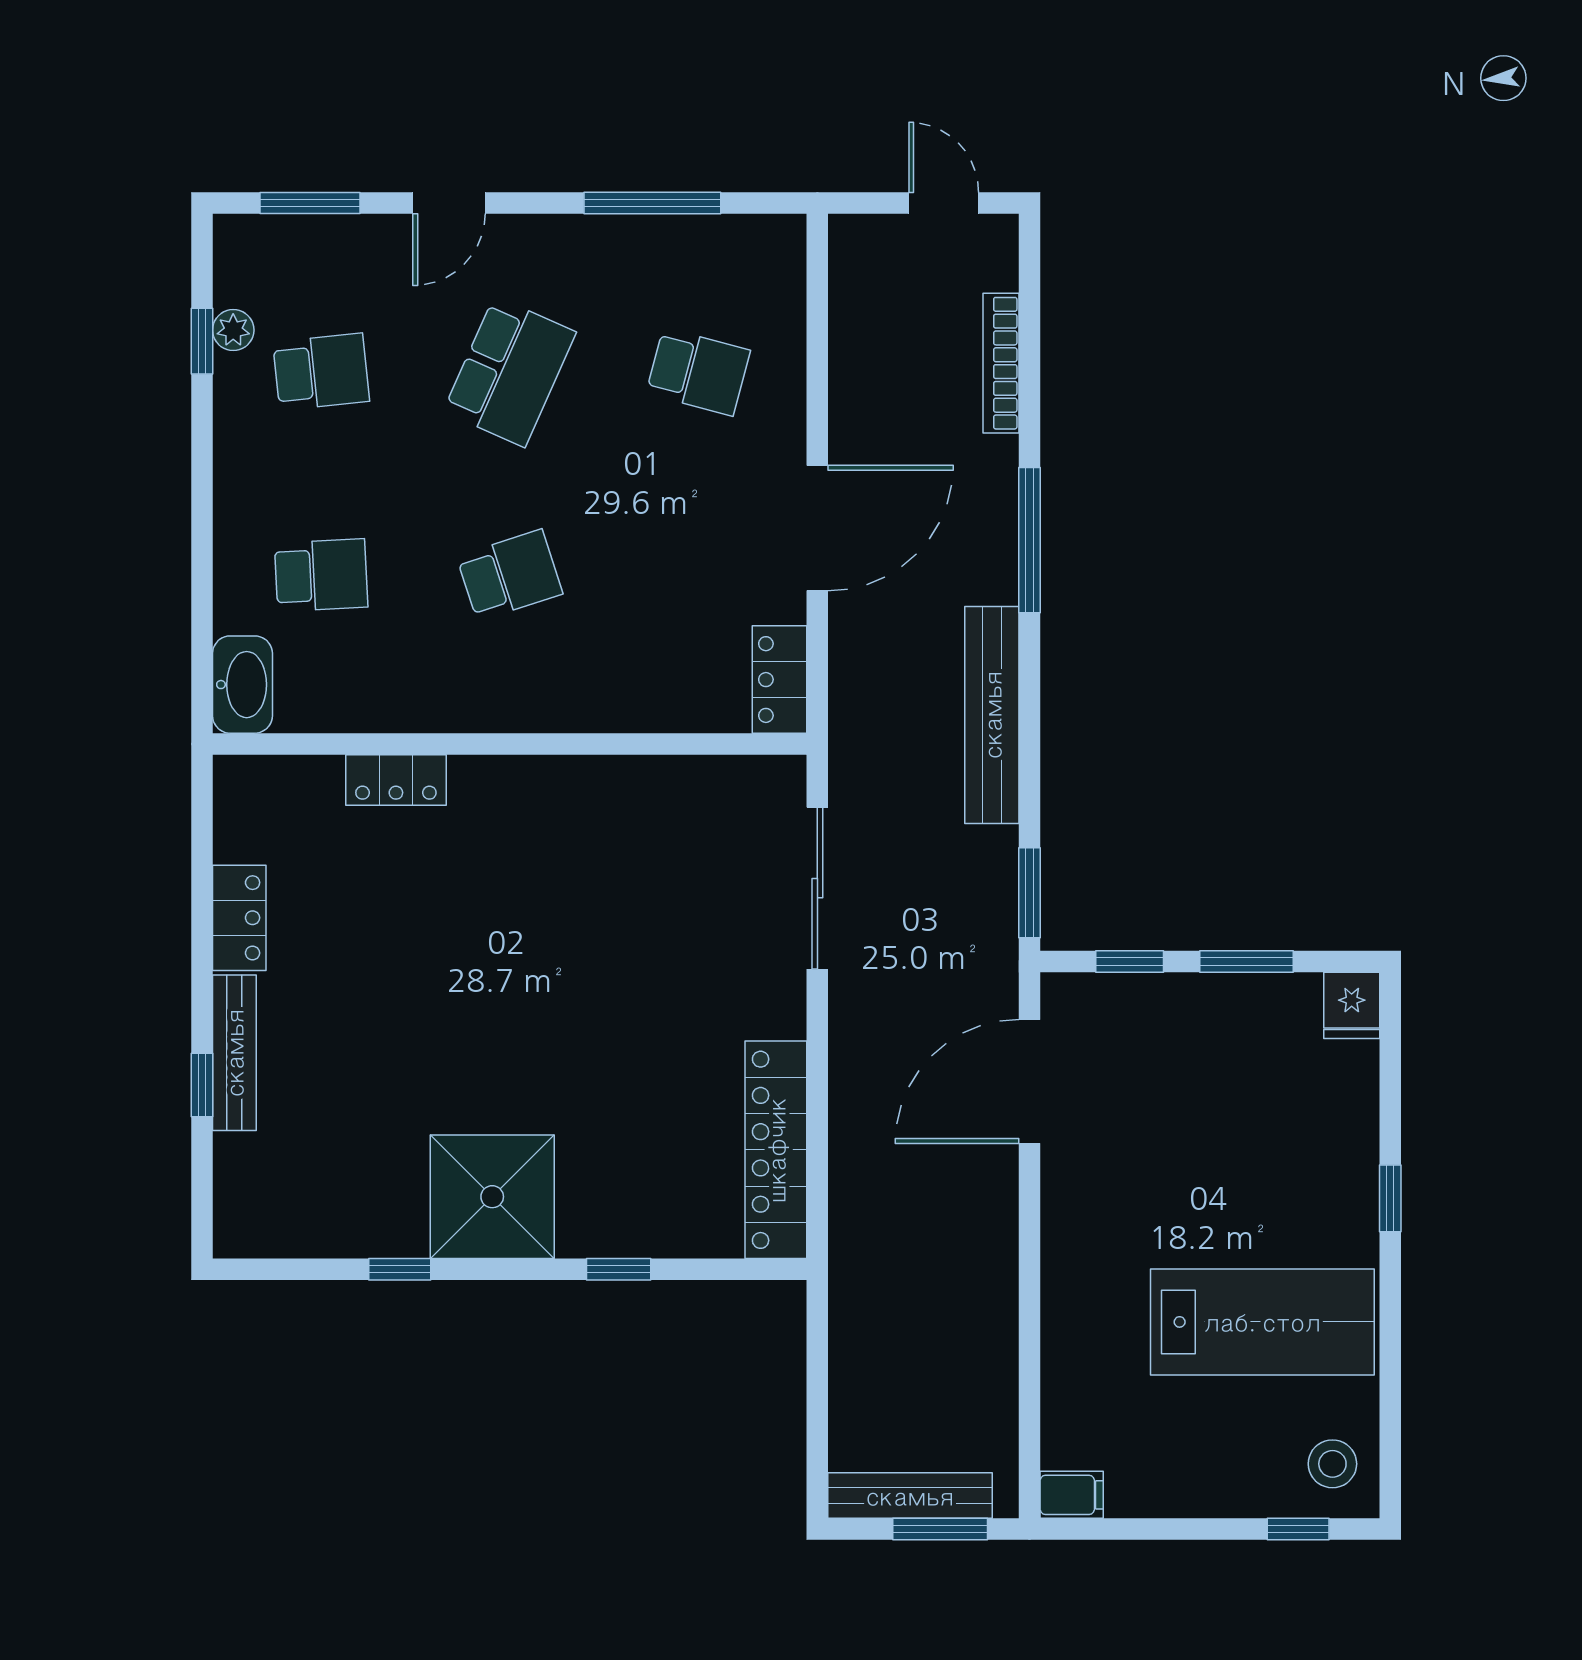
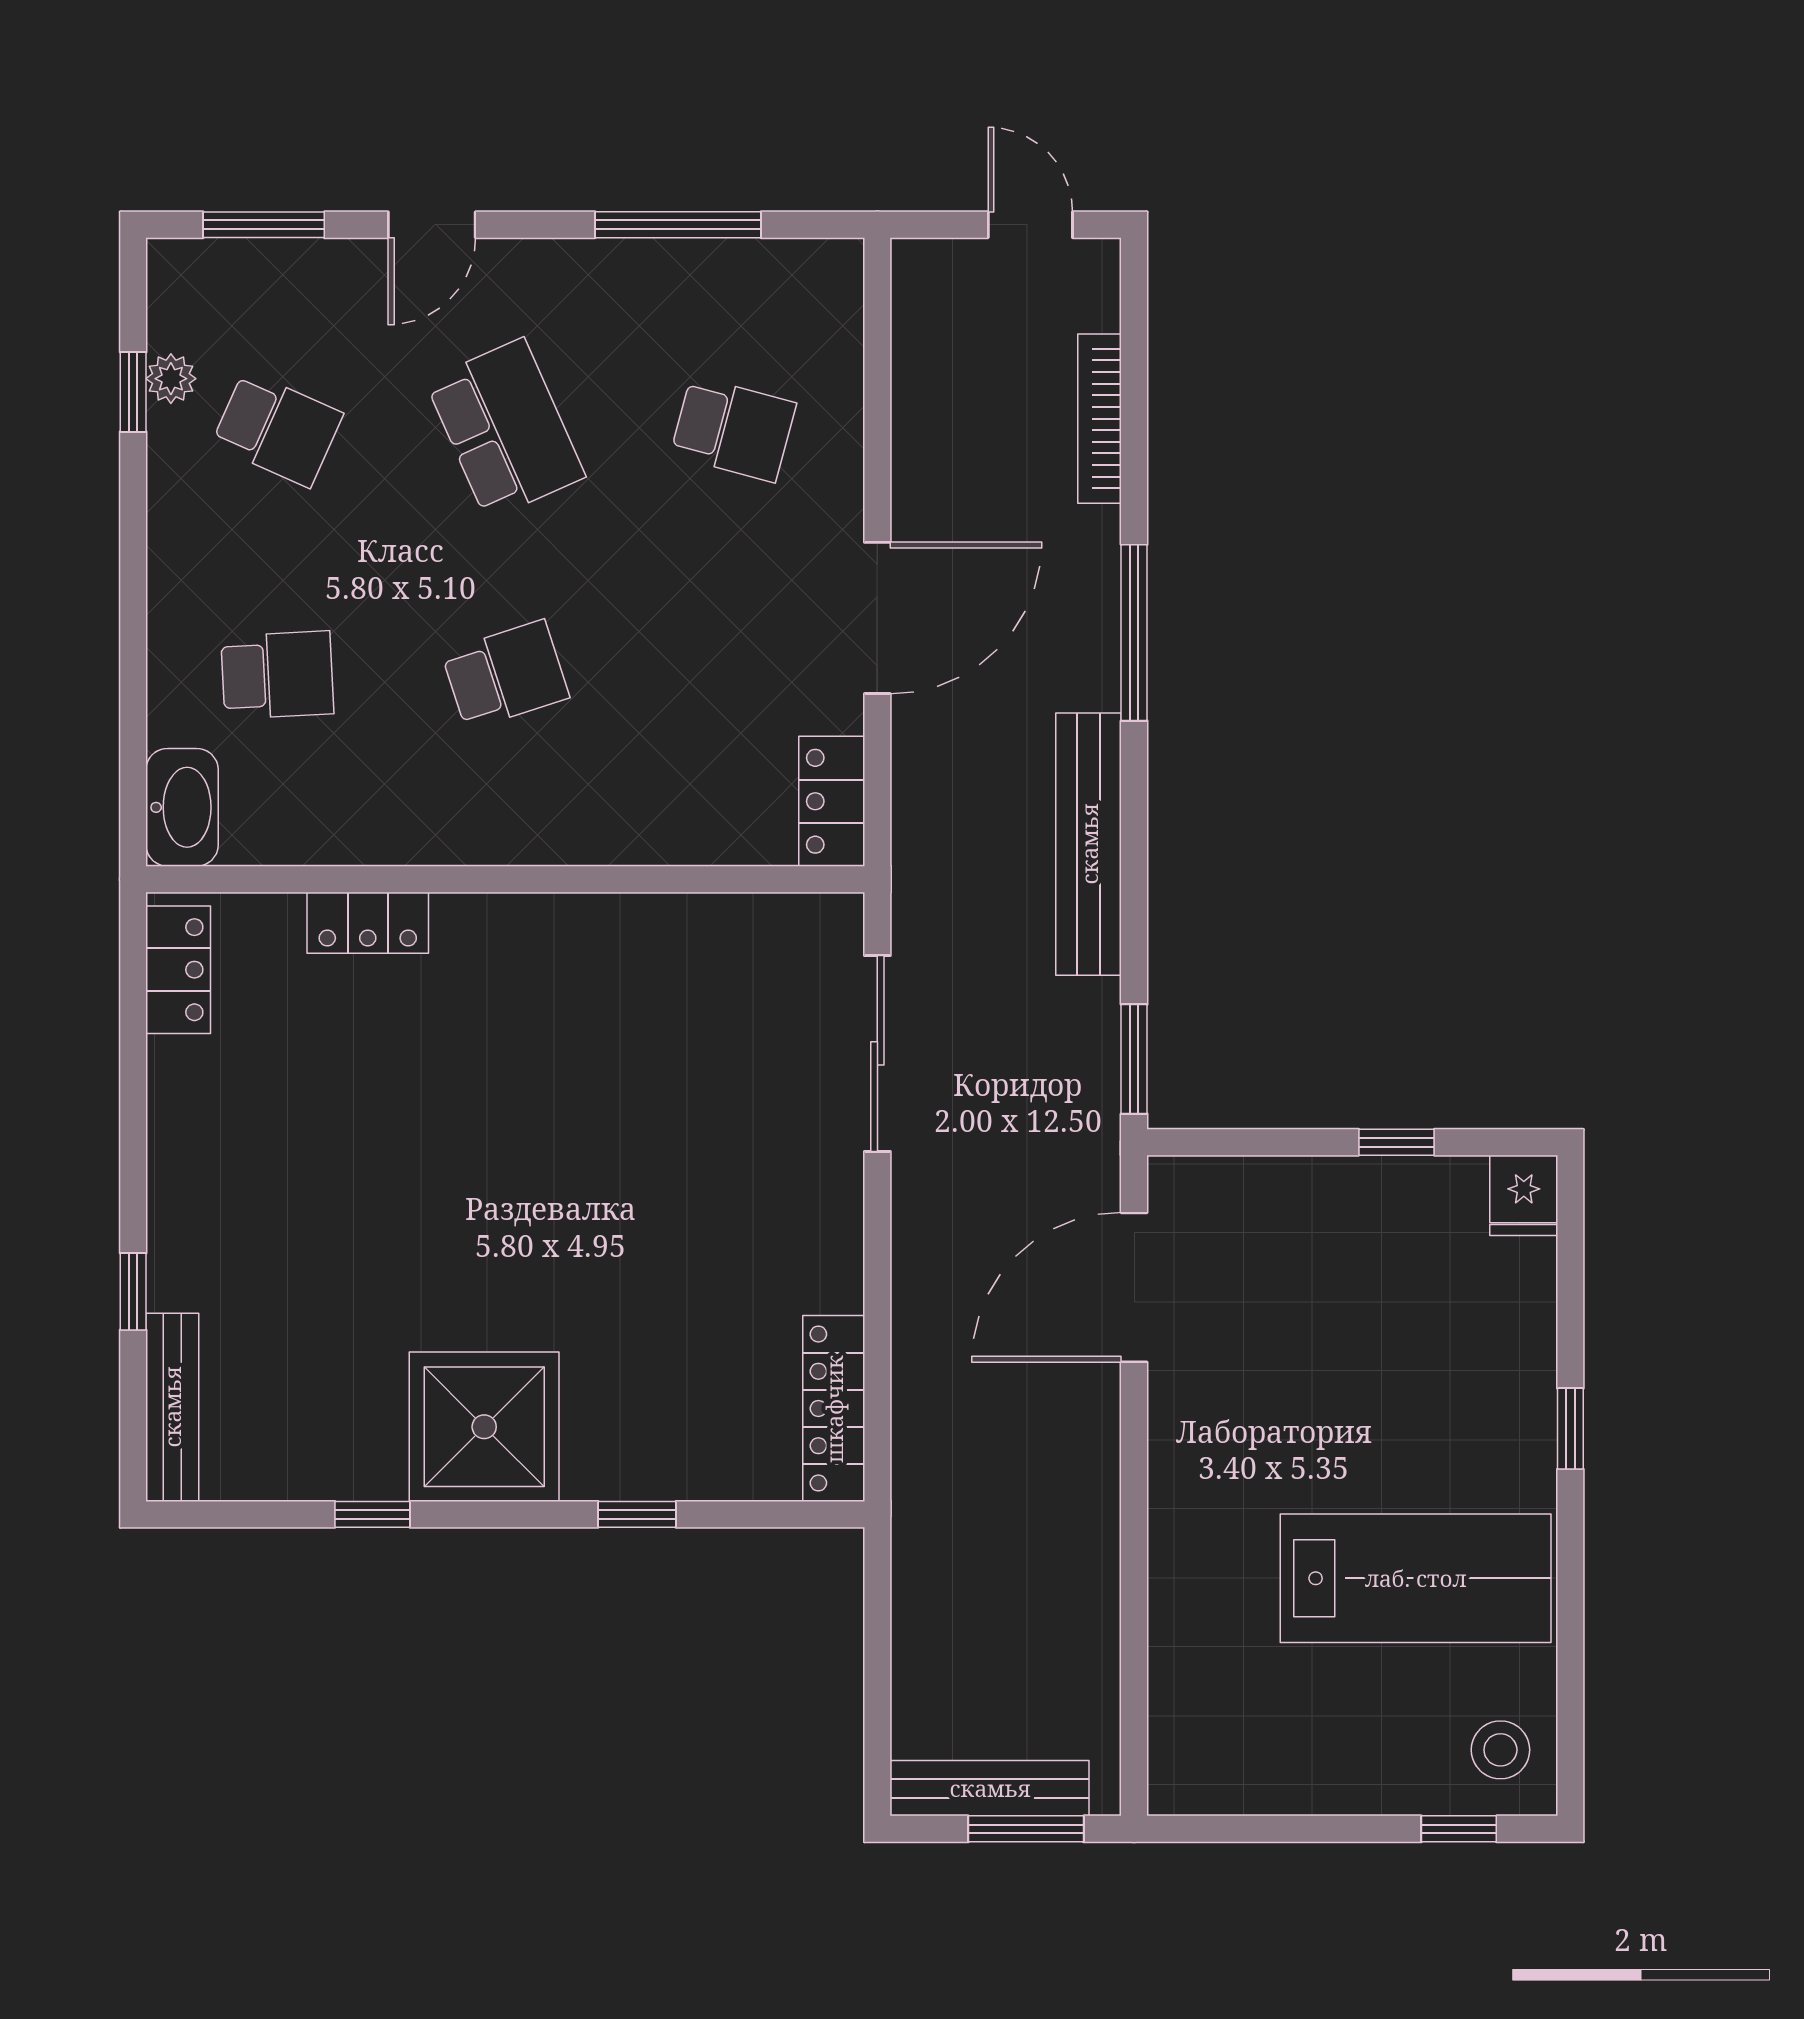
school desk: (321, 372) -> (277, 429), turned 30
school desk: (510, 372) -> (505, 429), turned -48
locker: (239, 918) -> (178, 970), moved
window: (1130, 961) -> (1255, 1142), removed
window: (1246, 961) -> (1397, 1142), width x0.67
bench: (234, 1053) -> (172, 1407), moved
locker: (776, 1150) -> (834, 1409), width x0.71, depth x0.83
filing cabinet: (1072, 1495) -> (1185, 1787), removed

